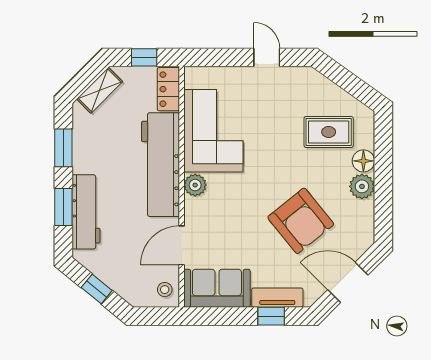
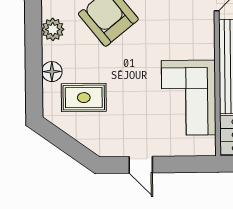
plant: (195, 185) -> (205, 48), removed
plant: (362, 186) -> (53, 29), moved

